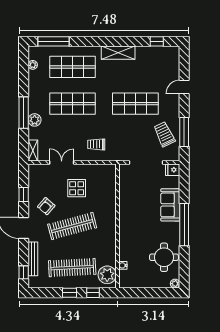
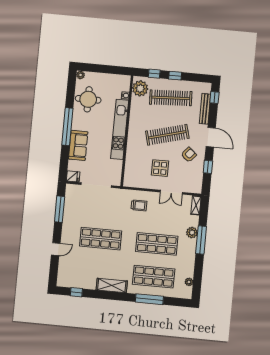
window: (54, 41) -> (149, 299), moved
trolley: (164, 134) -> (77, 209), removed
kitchen unit: (126, 227) -> (120, 129), added

